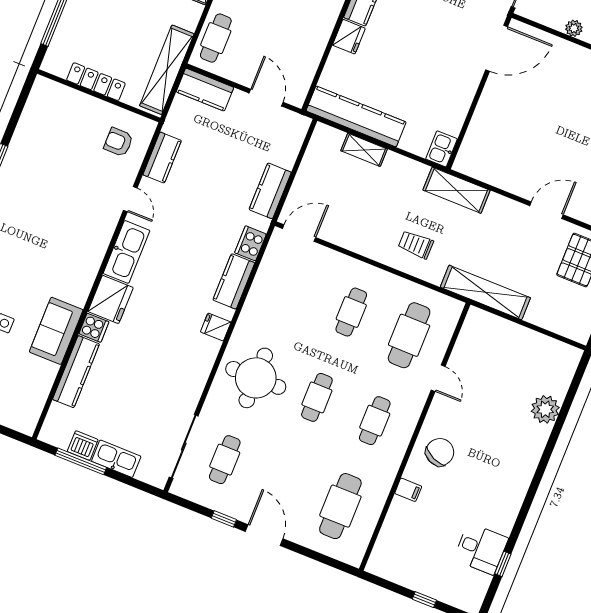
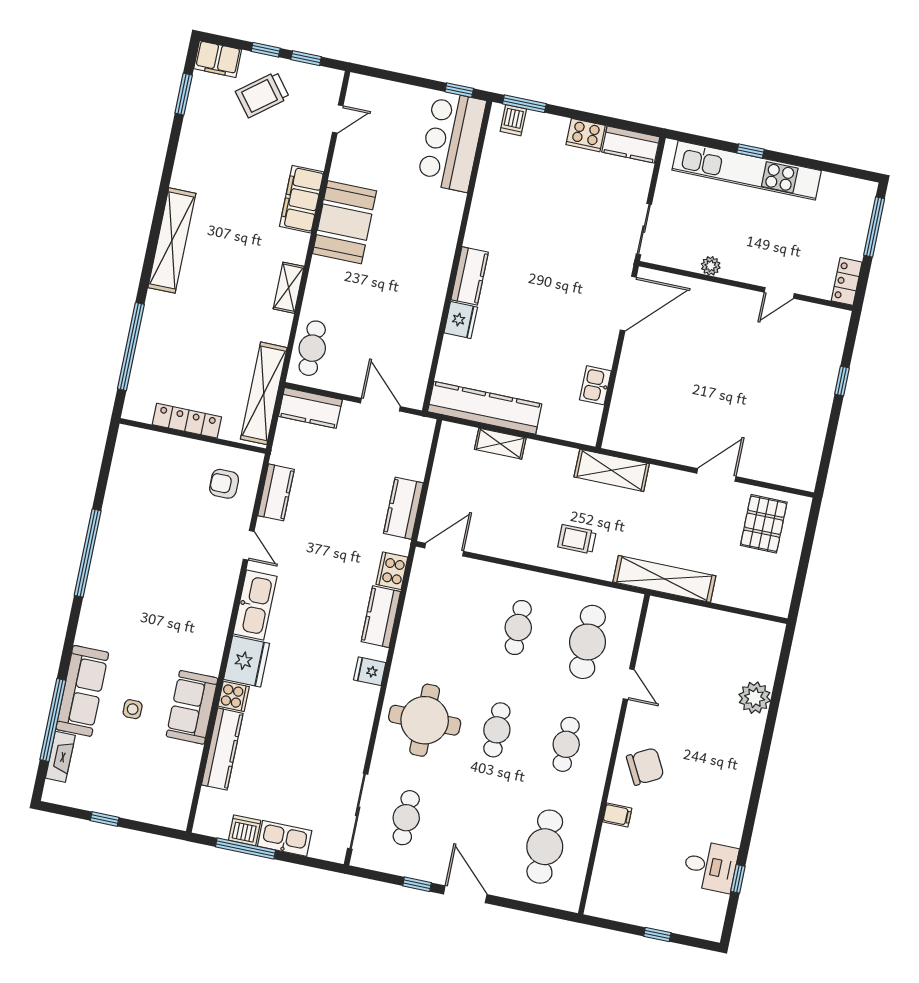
kitchen sink: (441, 149) -> (595, 385), moved
chair: (440, 452) -> (645, 767), turned 38

